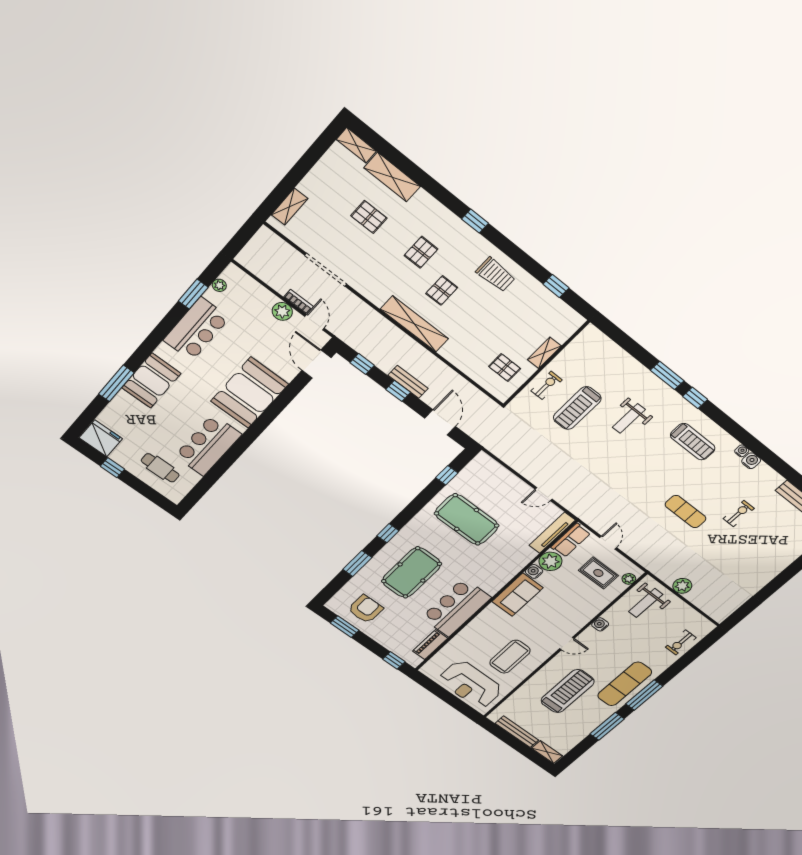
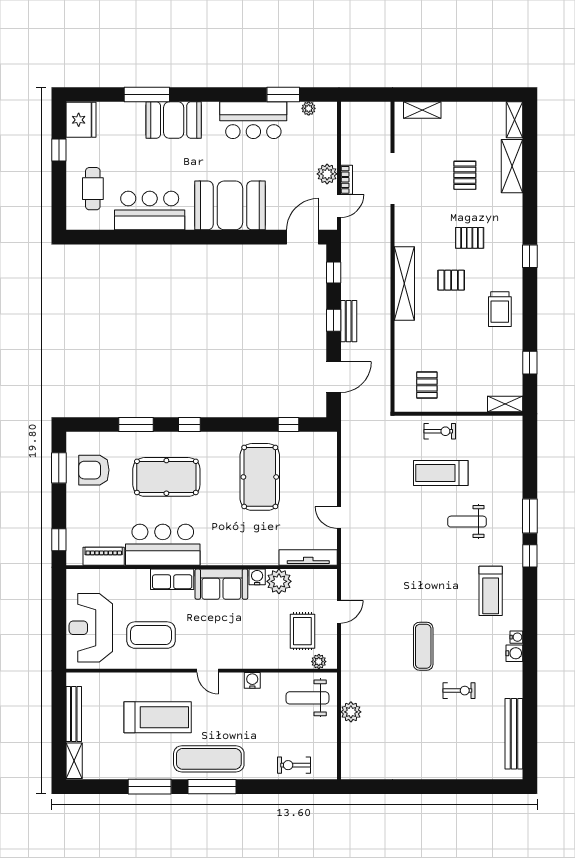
shelving: (544, 353) -> (505, 404), moved
row of seats: (571, 540) -> (172, 579), moved
armchair: (366, 609) -> (94, 470), turned 180

